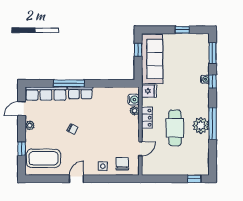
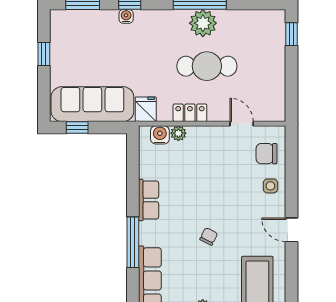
row of seats: (80, 93) -> (149, 200), moved

